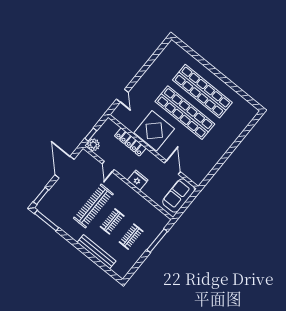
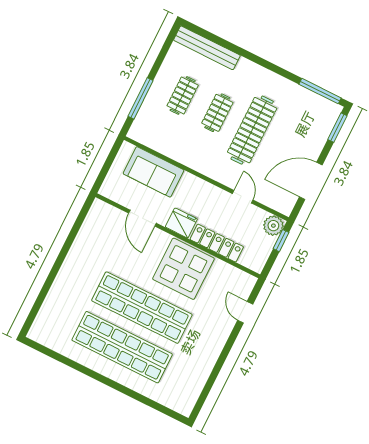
door: (64, 167) -> (311, 181), swing flipped
fridge: (138, 180) -> (181, 223), moved, turned 180
sofa: (179, 196) -> (153, 172), moved, turned 90
bench: (97, 252) -> (207, 48), moved

